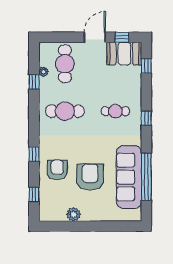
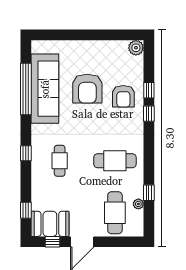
cafe table: (115, 111) -> (60, 161), turned 90
window: (34, 194) -> (149, 90), moved
plant: (73, 214) -> (136, 48), moved

